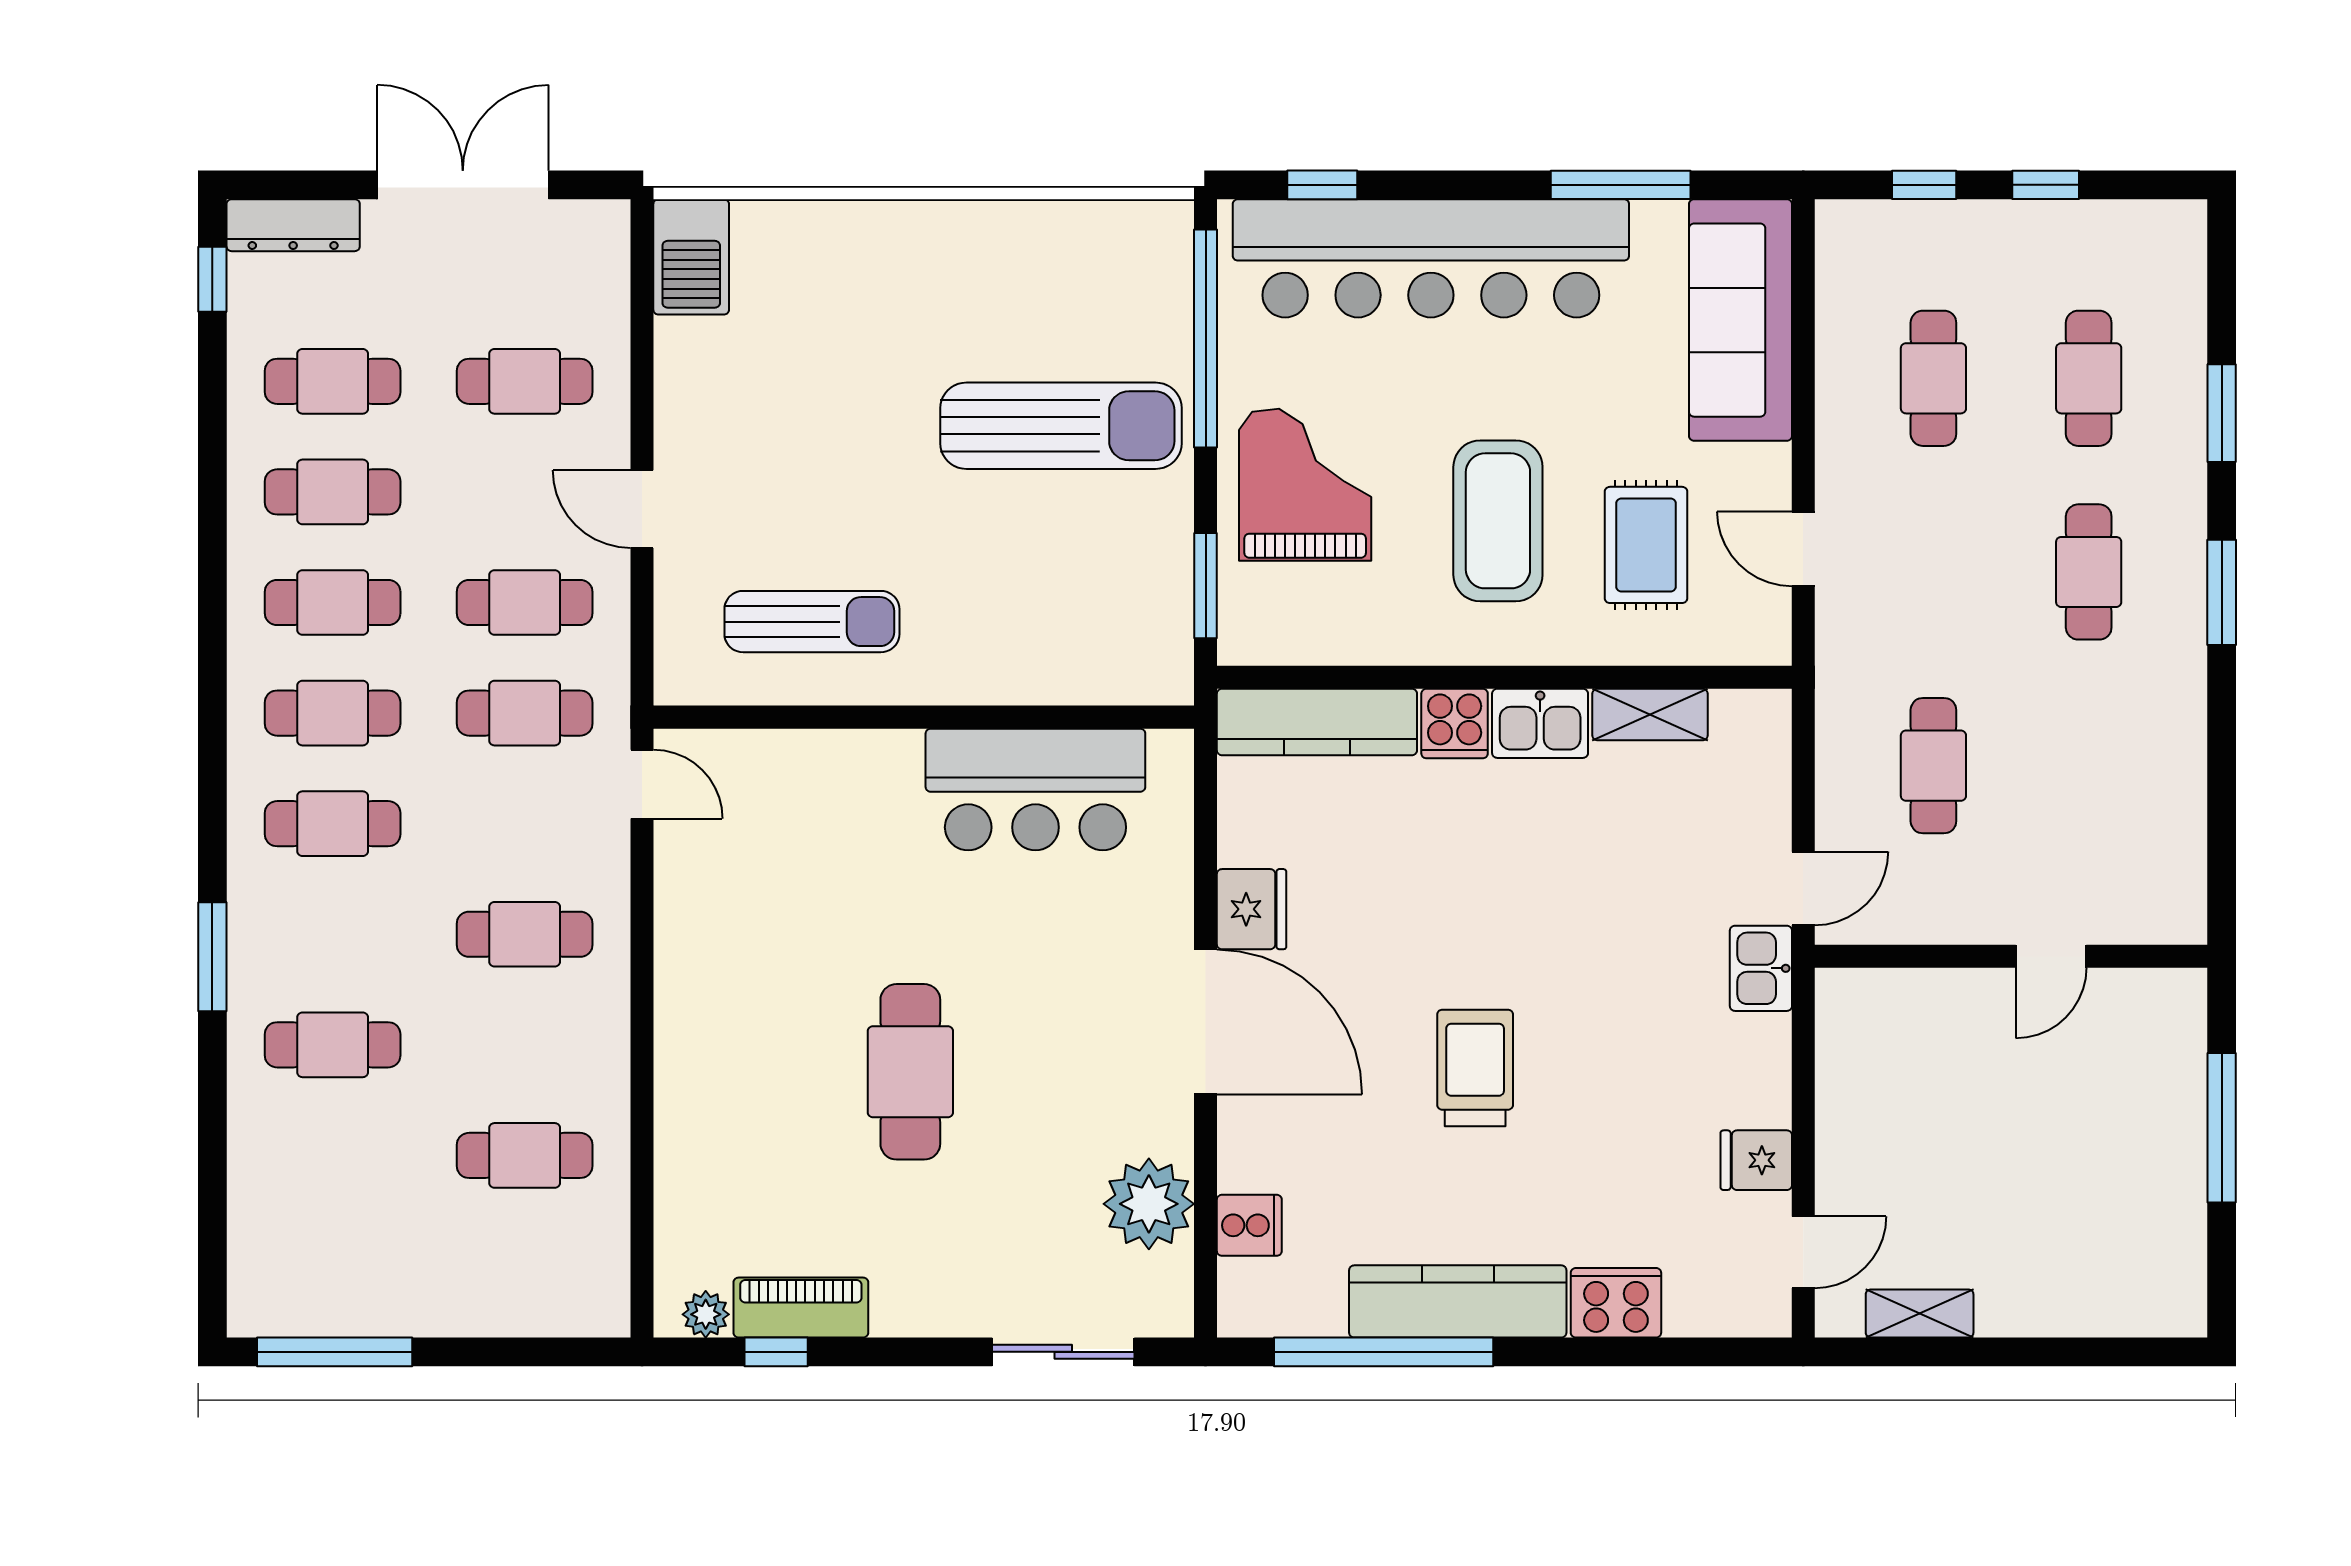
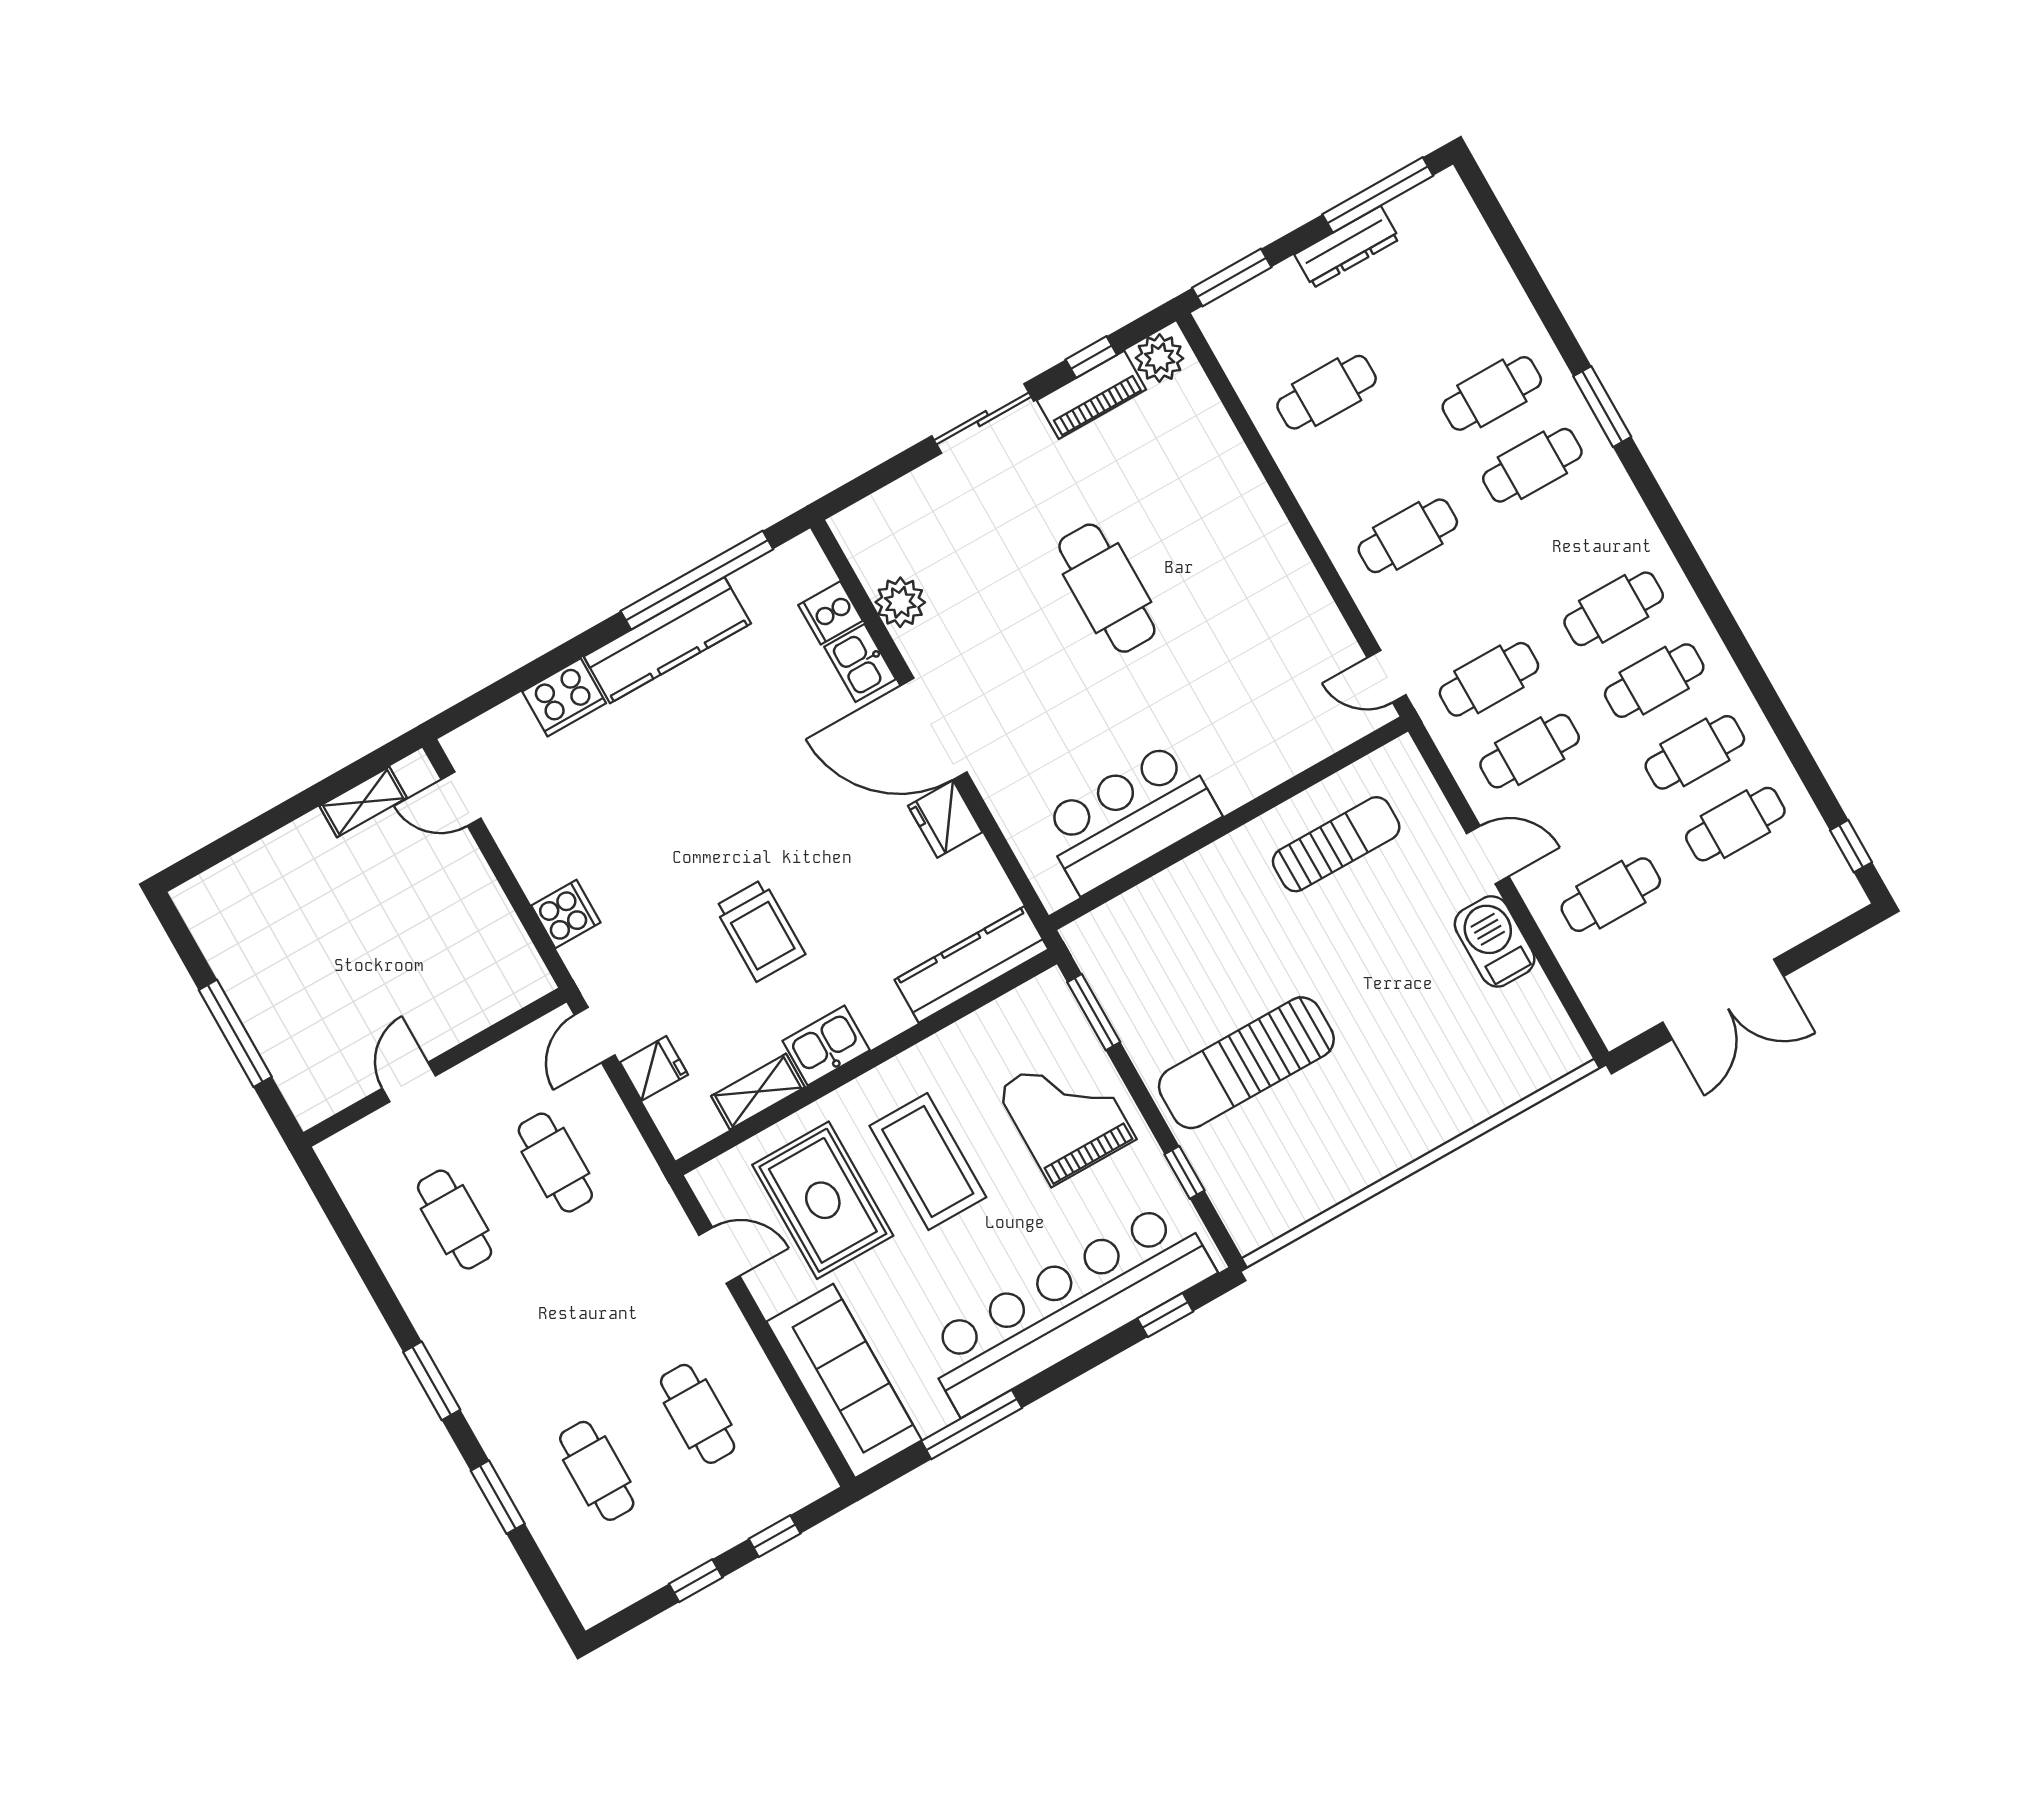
dresser: (293, 225) -> (1347, 247), moved, turned 180
barbecue: (691, 257) -> (1495, 941), moved
window: (1206, 339) -> (1184, 1172), width x0.32
grand piano: (1305, 485) -> (1066, 1114), turned 180
rug: (1646, 545) -> (823, 1200), width x1.36, depth x1.43
cafe table: (2089, 572) -> (455, 1220), moved
sun lounger: (812, 622) -> (1336, 844), turned 180
cooker: (1455, 724) -> (566, 914), moved, turned 90
cafe table: (333, 824) -> (1532, 465), moved
kitchen sink: (1761, 968) -> (860, 663), moved, turned 180
trolley: (1475, 1068) -> (760, 930), moved
fridge: (1756, 1160) -> (654, 1068), moved
plant: (1149, 1204) -> (900, 602), width x0.73, depth x0.73
door: (1803, 1252) -> (461, 799), hinge flipped
plant: (706, 1314) -> (1160, 358), width x1.38, depth x1.38
window: (560, 1352) -> (1232, 278), added
sliding door: (1063, 1352) -> (983, 419), moved

